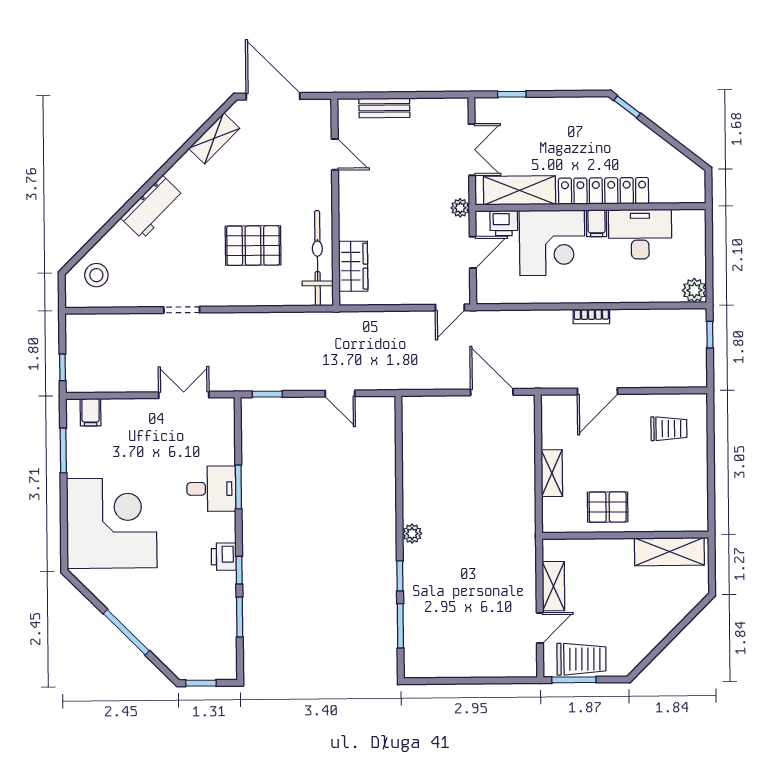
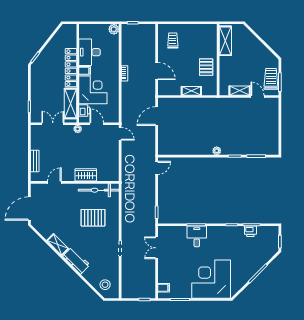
shelving: (214, 138) -> (58, 245), moved
pallet: (253, 246) -> (93, 218), turned 90
wardrobe: (353, 266) -> (86, 175), moved
door: (340, 394) -> (157, 168), moved
printer: (224, 557) -> (250, 231), moved

